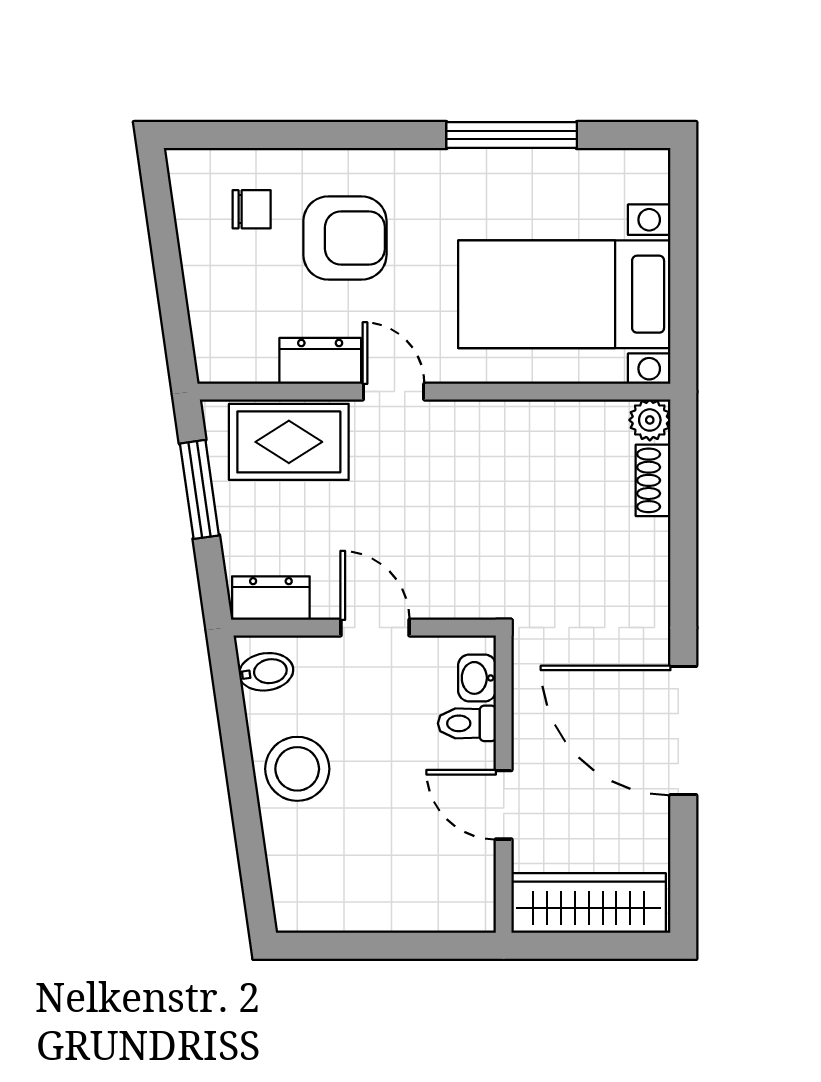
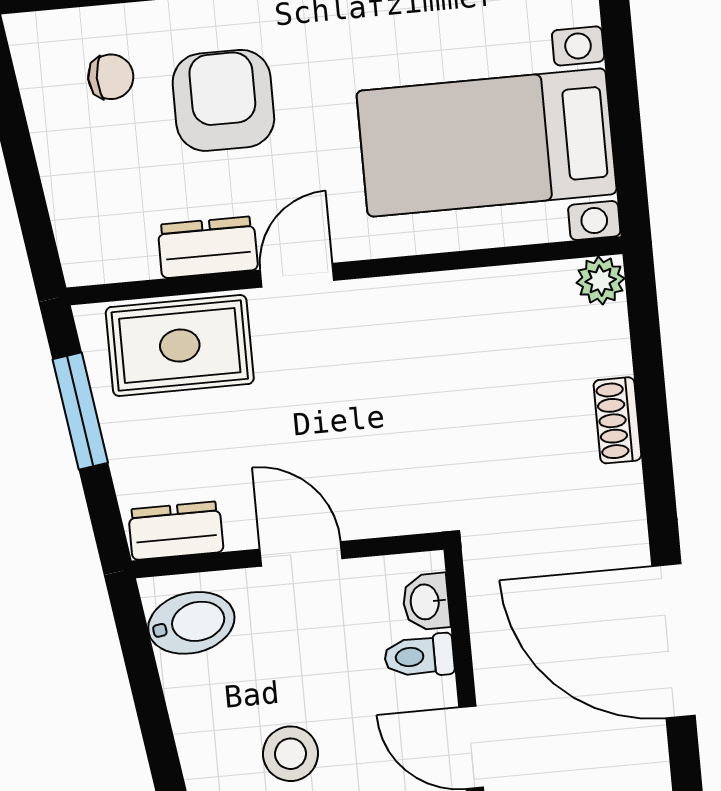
armchair: (345, 238) -> (223, 100), turned -90
door: (394, 392) -> (297, 275), hinge flipped
shoe rack: (653, 480) -> (617, 420), moved
bidet: (266, 672) -> (191, 623), width x1.38, depth x1.36
stool: (297, 769) -> (291, 754), moved, width x0.73, depth x0.73

